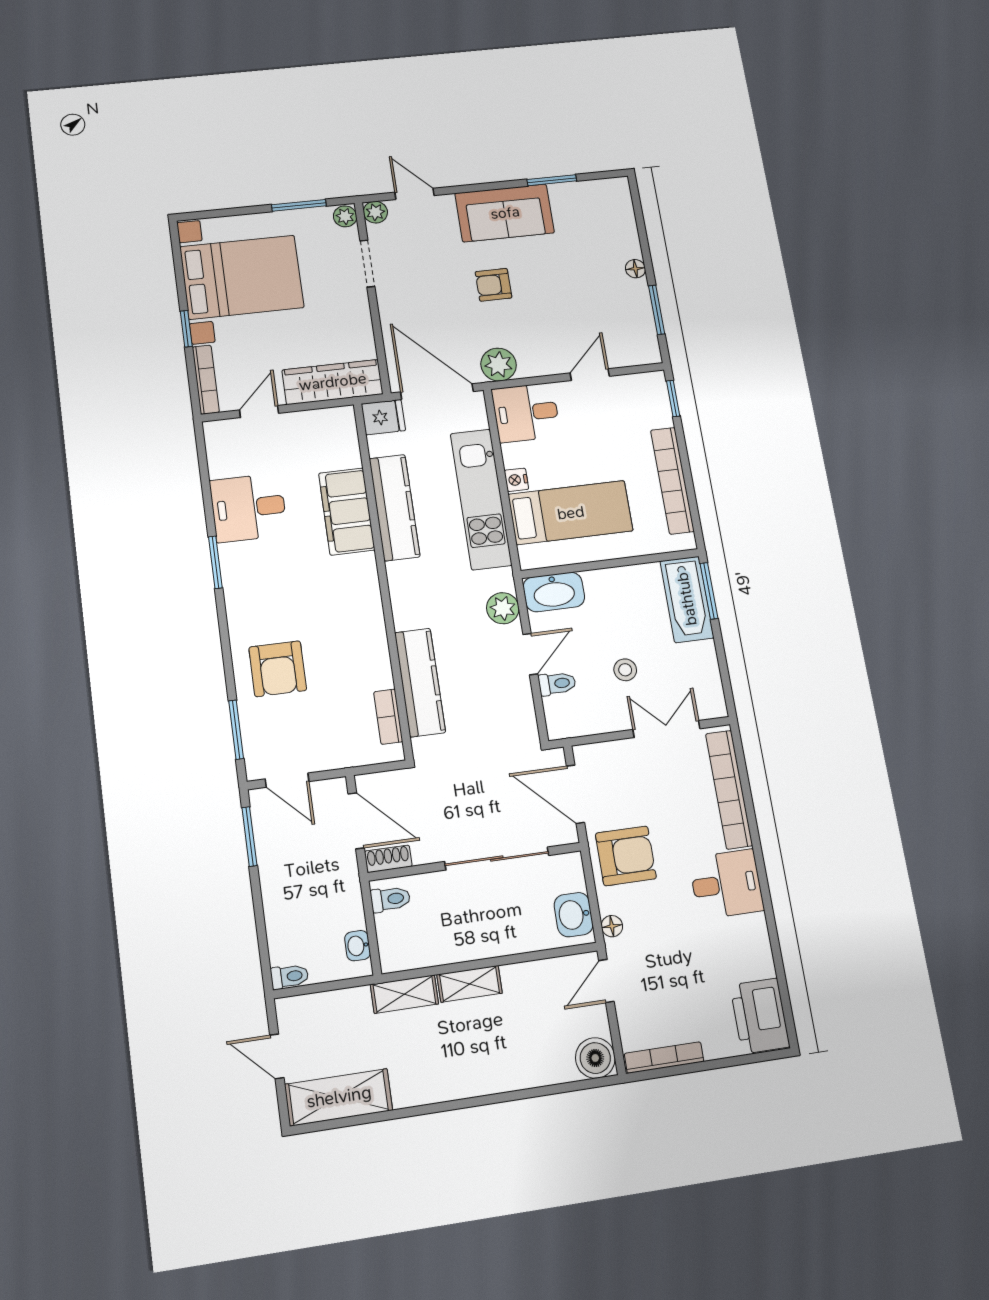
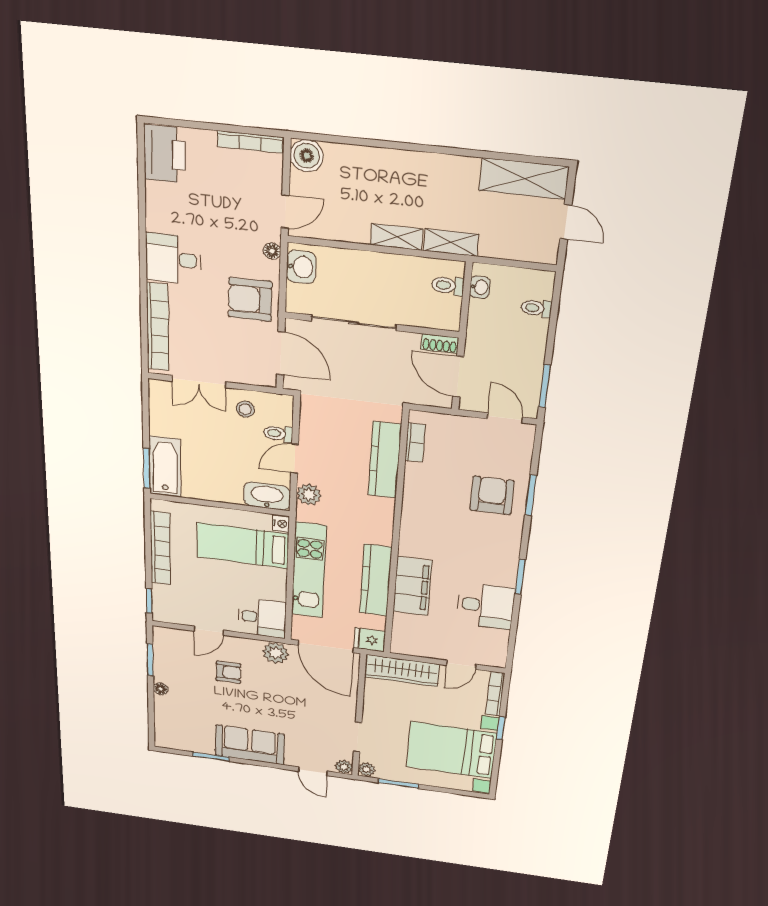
armchair: (494, 285) -> (229, 672), moved
nightstand: (516, 480) -> (281, 524), moved
stool: (625, 670) -> (245, 409), moved
window: (236, 730) -> (531, 495), moved
toilet: (390, 899) -> (448, 285), moved
toilet: (290, 977) -> (536, 308), moved

